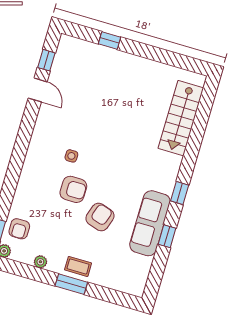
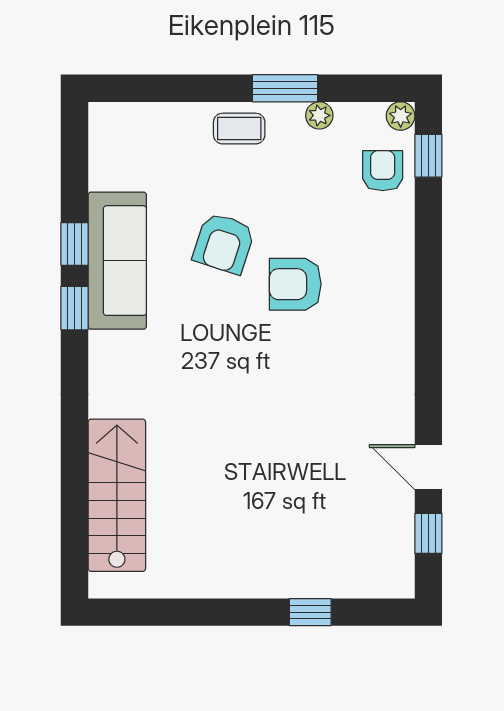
side table: (71, 156) -> (319, 352), removed
window: (180, 193) -> (75, 308), moved
window: (71, 284) -> (285, 88), moved

